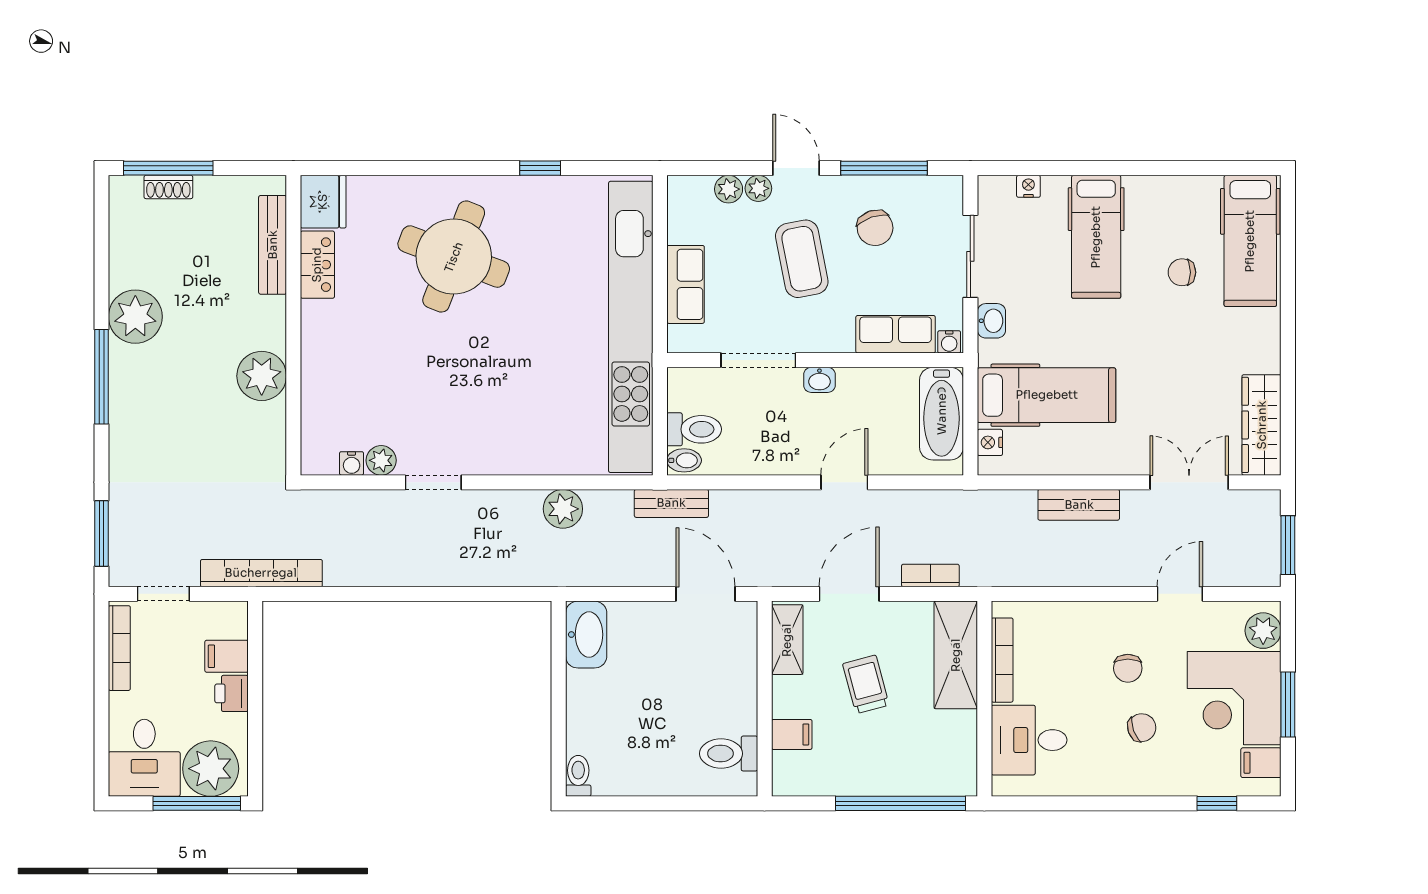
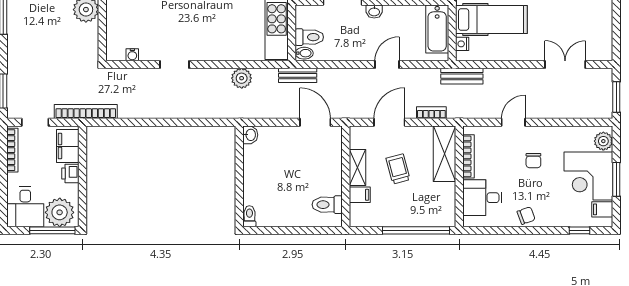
wardrobe: (1262, 425) -> (603, 35), removed
plant: (381, 460) -> (148, 53), removed
bench: (1079, 505) -> (462, 76), moved
door: (1180, 594) -> (513, 122), moved
washbasin: (586, 635) -> (250, 135), width x0.52, depth x0.69
shelving: (787, 640) -> (357, 167), moved
filing cabinet: (227, 656) -> (68, 146), width x2.00
chair: (1142, 728) -> (526, 216), moved

